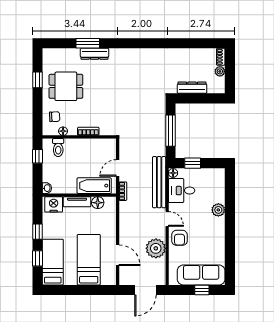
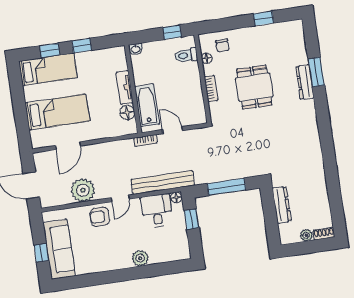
dining table: (66, 86) -> (254, 87), moved
nightstand: (54, 204) -> (117, 60), removed

